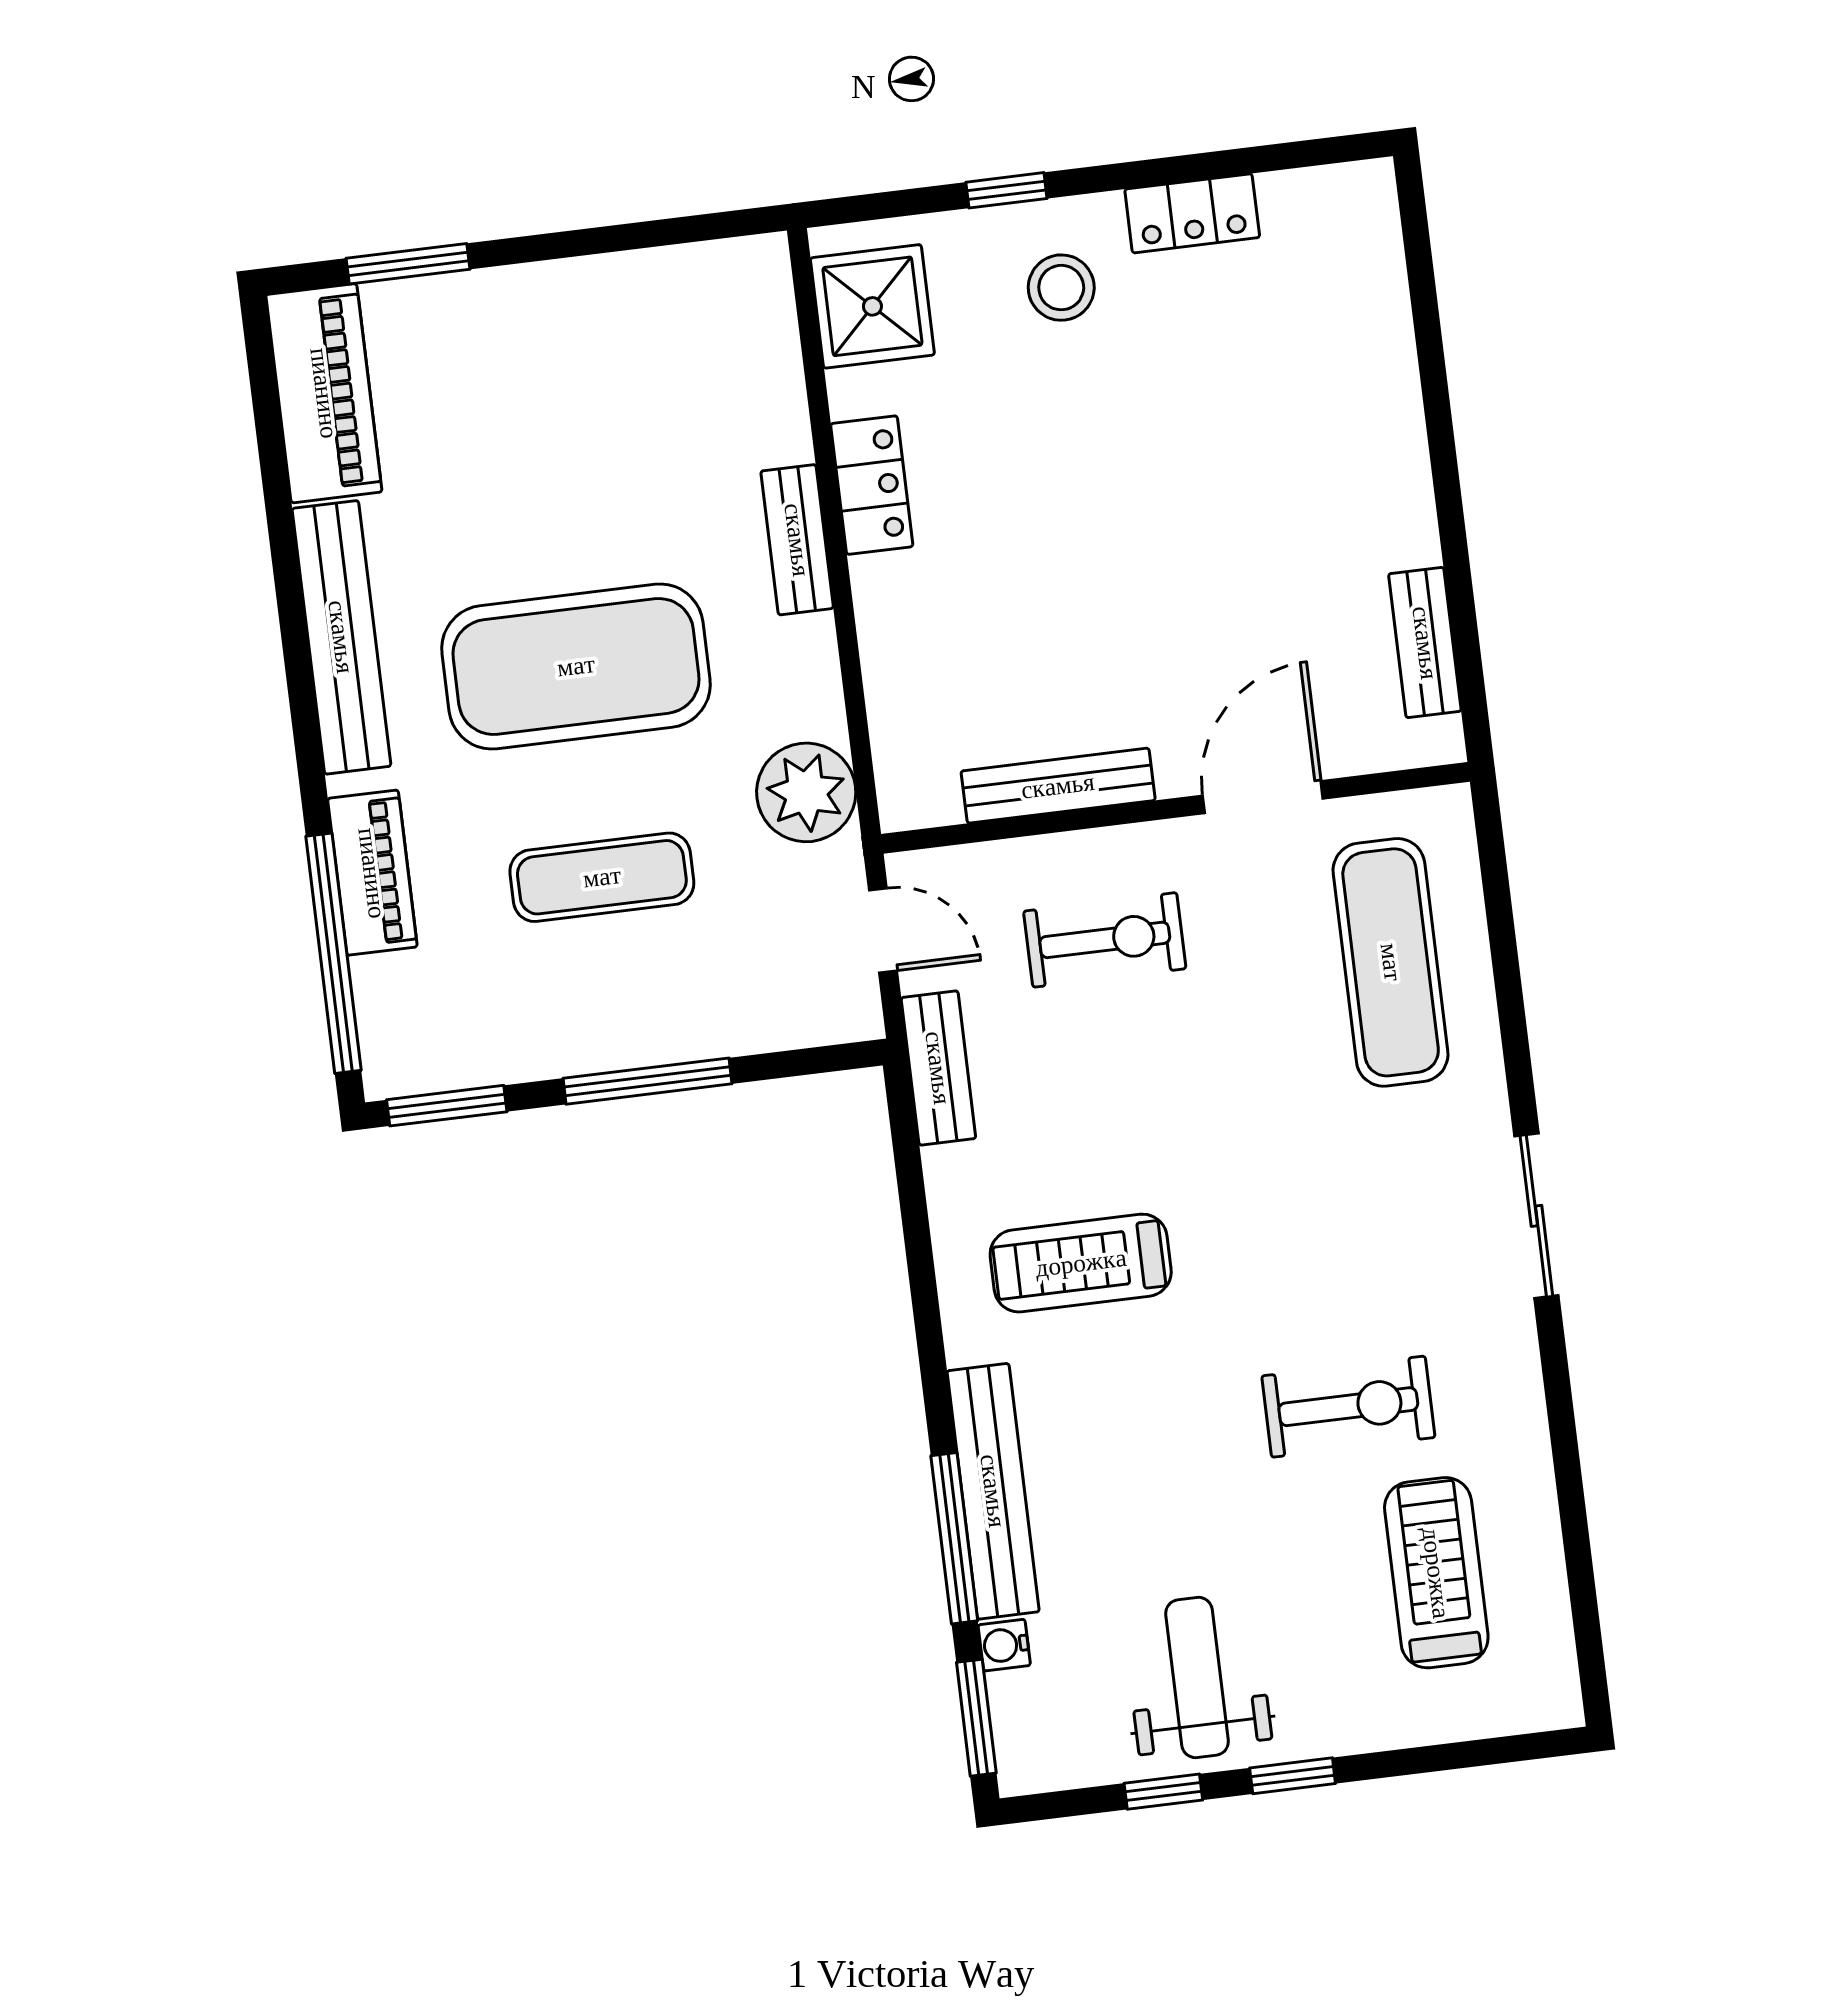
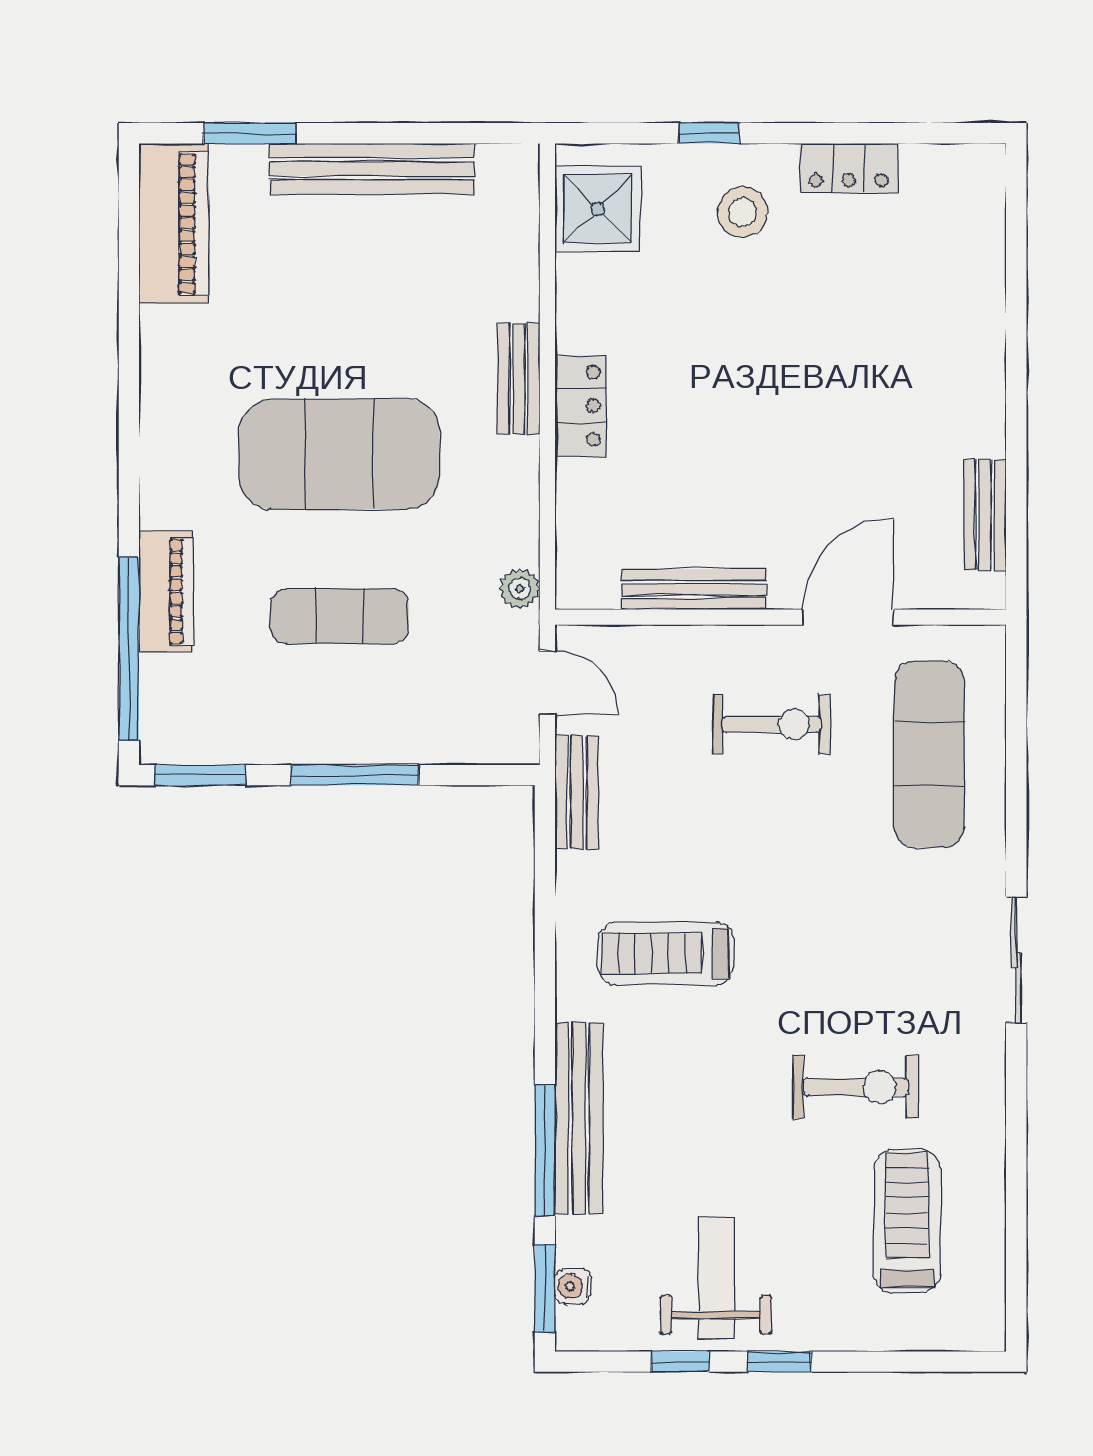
locker: (872, 485) -> (580, 406), moved
bench: (341, 637) -> (372, 169), moved, turned 90
plant: (806, 792) -> (520, 589), width x0.53, depth x0.53
exercise bike: (1105, 940) -> (772, 724), moved
water cooler: (1004, 1645) -> (573, 1286), moved

